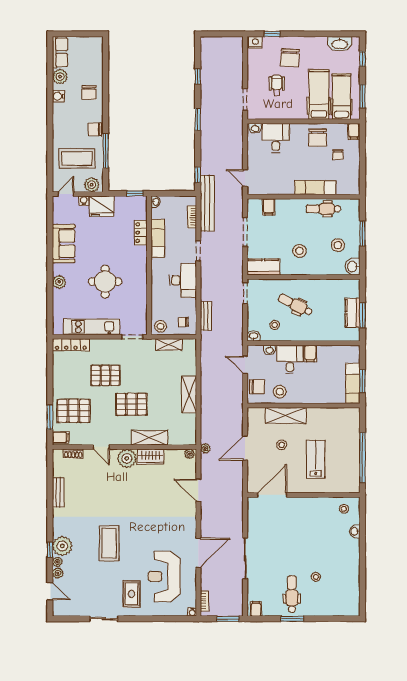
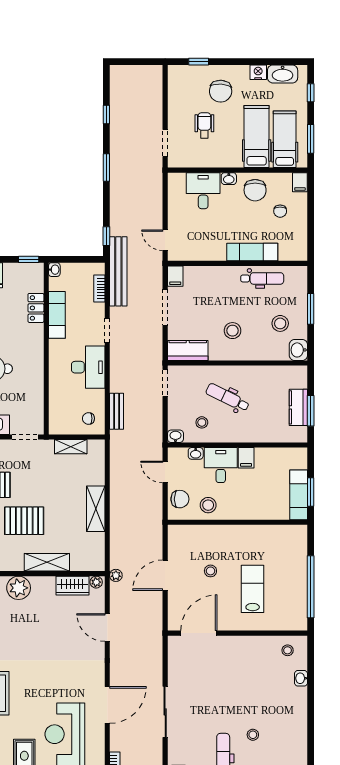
nightstand: (255, 42) -> (258, 72), moved
washbasin: (255, 128) -> (229, 179), moved
filing cabinet: (269, 207) -> (175, 276), moved
dental chair: (323, 209) -> (262, 278), turned 180
stool: (160, 326) -> (60, 424), removed
shelving: (286, 415) -> (216, 535), removed
wardrobe: (151, 457) -> (72, 586), moved

